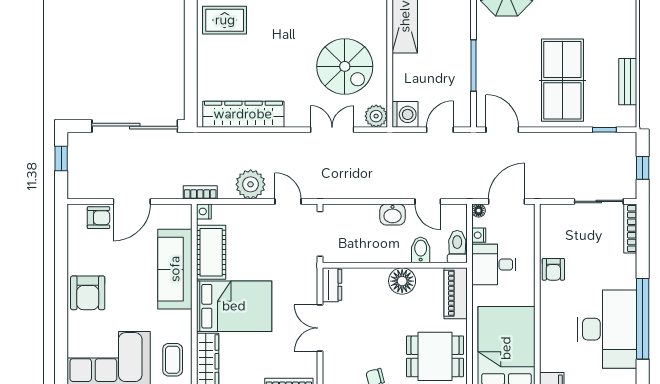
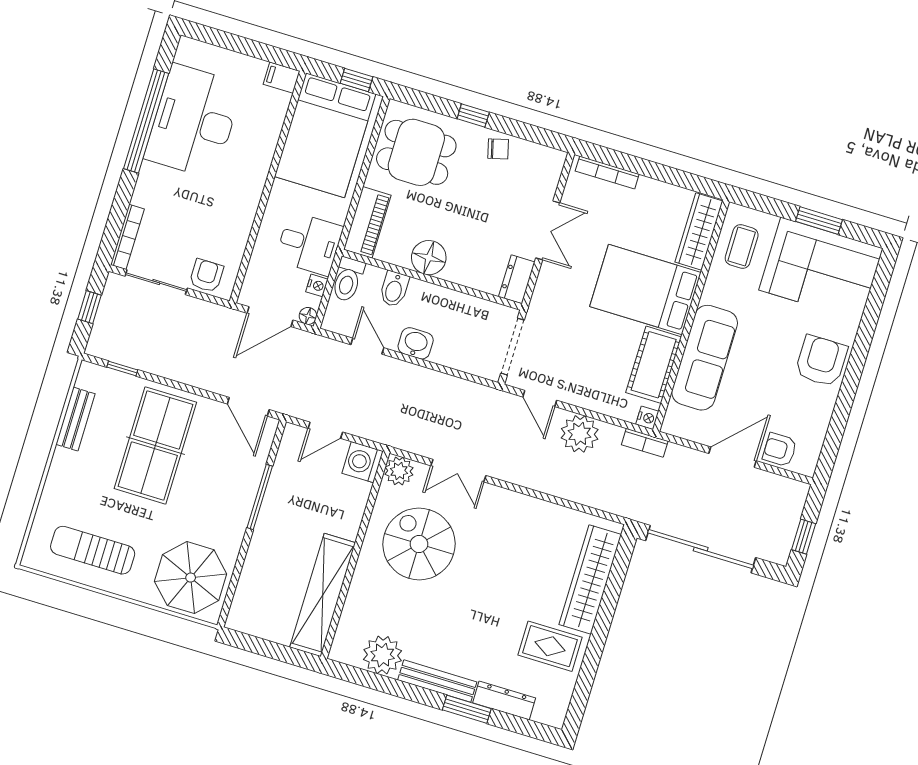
wardrobe: (243, 114) -> (590, 579), moved, turned 90
armchair: (553, 269) -> (206, 276), moved

